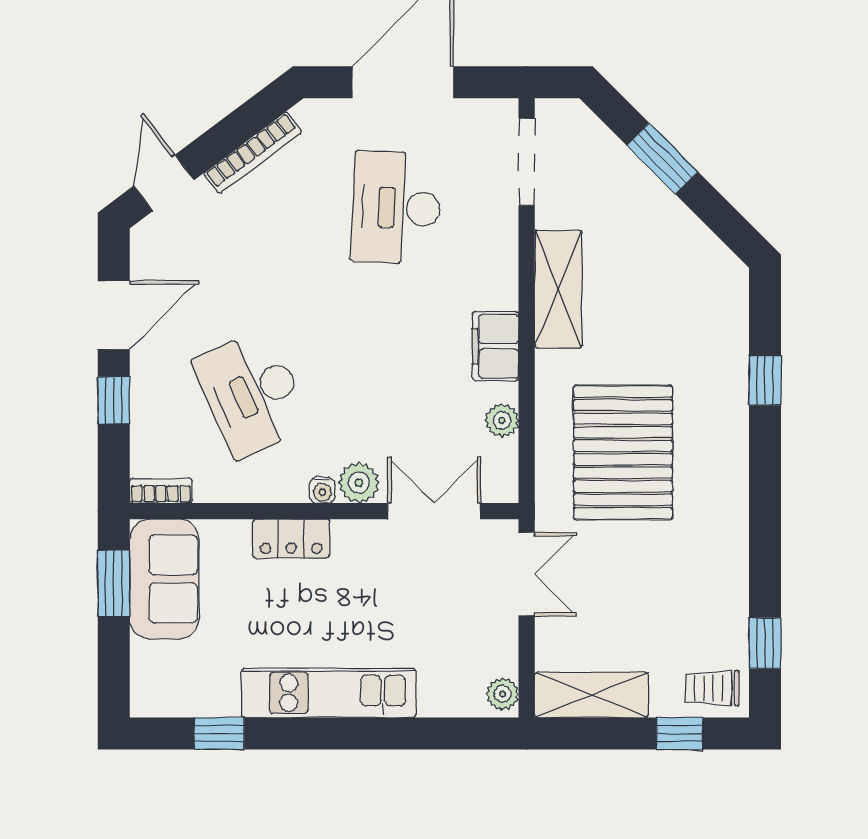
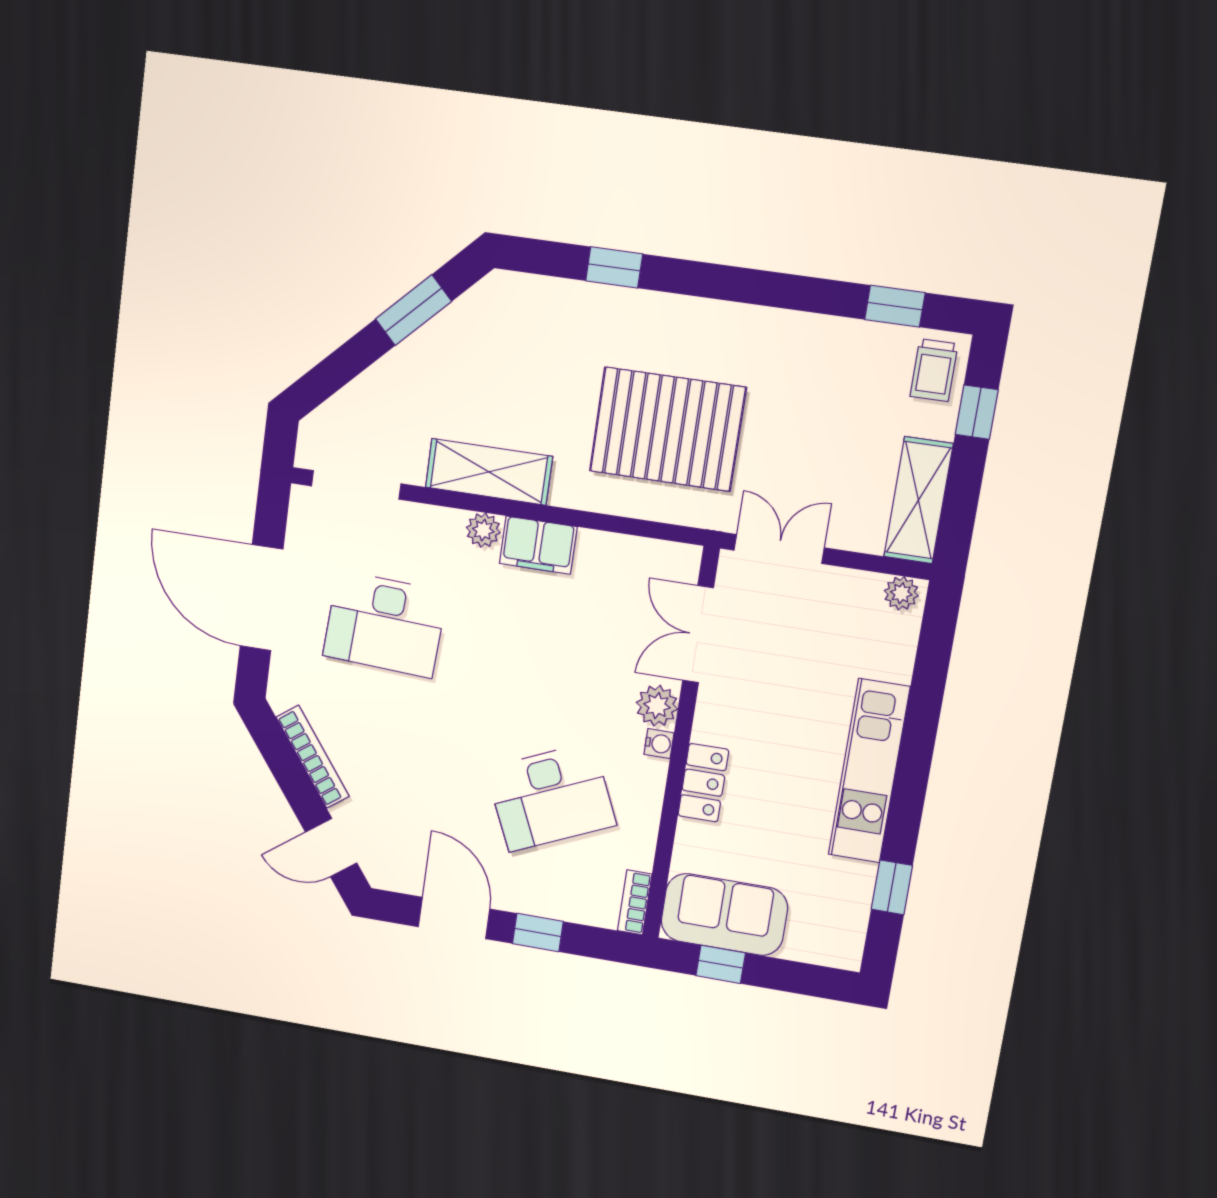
window: (662, 159) -> (413, 310), moved
plant: (502, 420) -> (483, 530), moved
window: (114, 583) -> (721, 964), width x0.67

